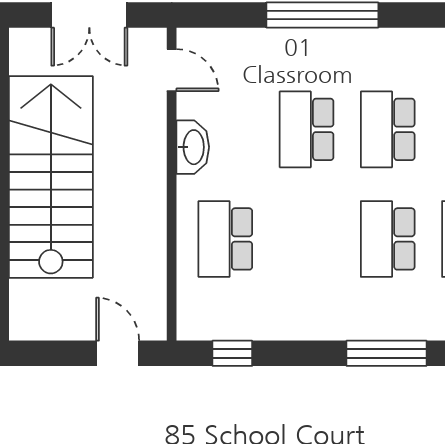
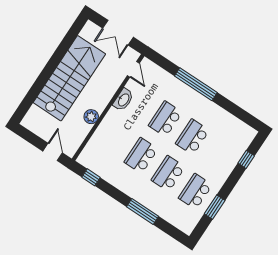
plant: (149, 227) -> (91, 117), added
school desk: (225, 239) -> (141, 156), moved

